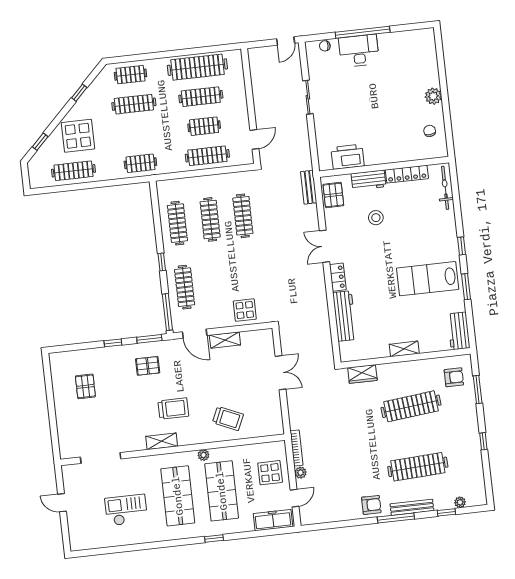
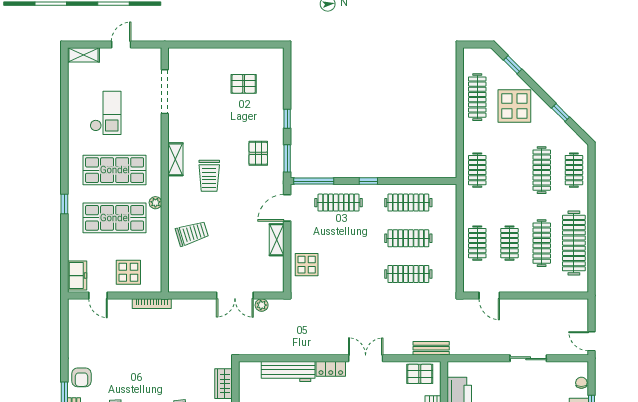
clothes rail: (207, 156) -> (477, 243), width x0.73
trolley: (228, 418) -> (192, 233), turned -131
plant: (301, 473) -> (262, 305), moved
freezer: (273, 520) -> (77, 276), width x0.71
shelving: (75, 536) -> (83, 55), added

